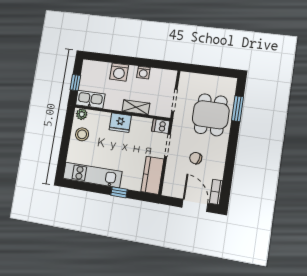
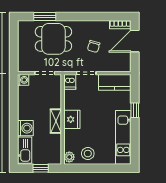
washing machine: (143, 73) -> (23, 80), moved
kitchen sink: (90, 99) -> (25, 150), moved, turned 180
shelving: (136, 107) -> (56, 121), moved

